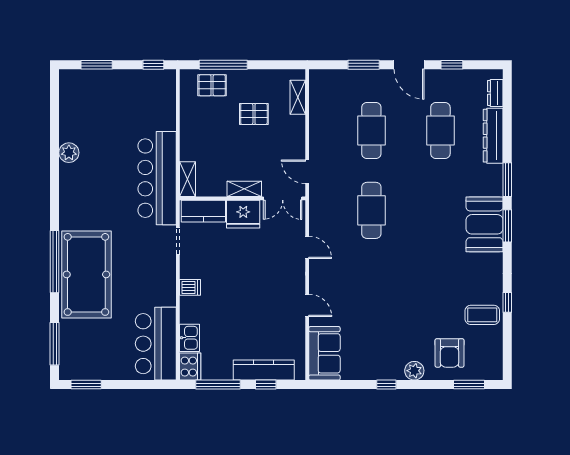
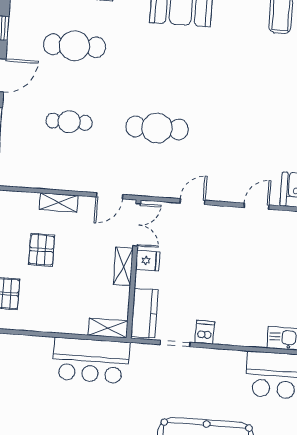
shelving: (298, 97) -> (59, 202), moved
cafe table: (371, 130) -> (69, 122), width x0.73, depth x0.74
bar counter: (157, 178) -> (91, 360), width x0.73
fridge: (243, 214) -> (148, 261), width x0.53, depth x0.75
dishwasher: (190, 287) -> (205, 332), moved

